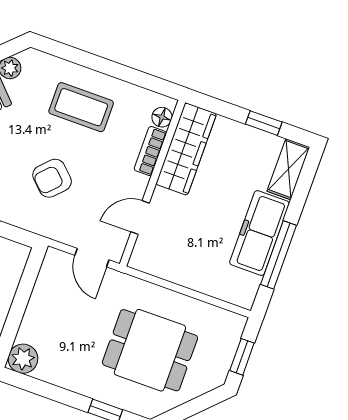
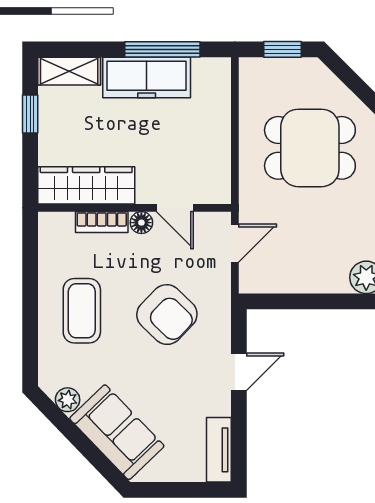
floor lamp: (162, 117) -> (141, 223), moved
armchair: (52, 178) -> (167, 315), width x1.38, depth x1.38
dining table: (150, 350) -> (310, 148), turned 90

